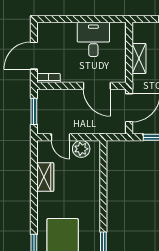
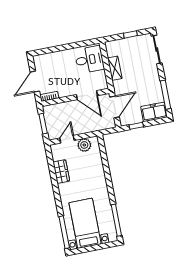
desk: (93, 39) -> (89, 60), moved, turned 90
door: (60, 137) -> (67, 139), swing flipped

